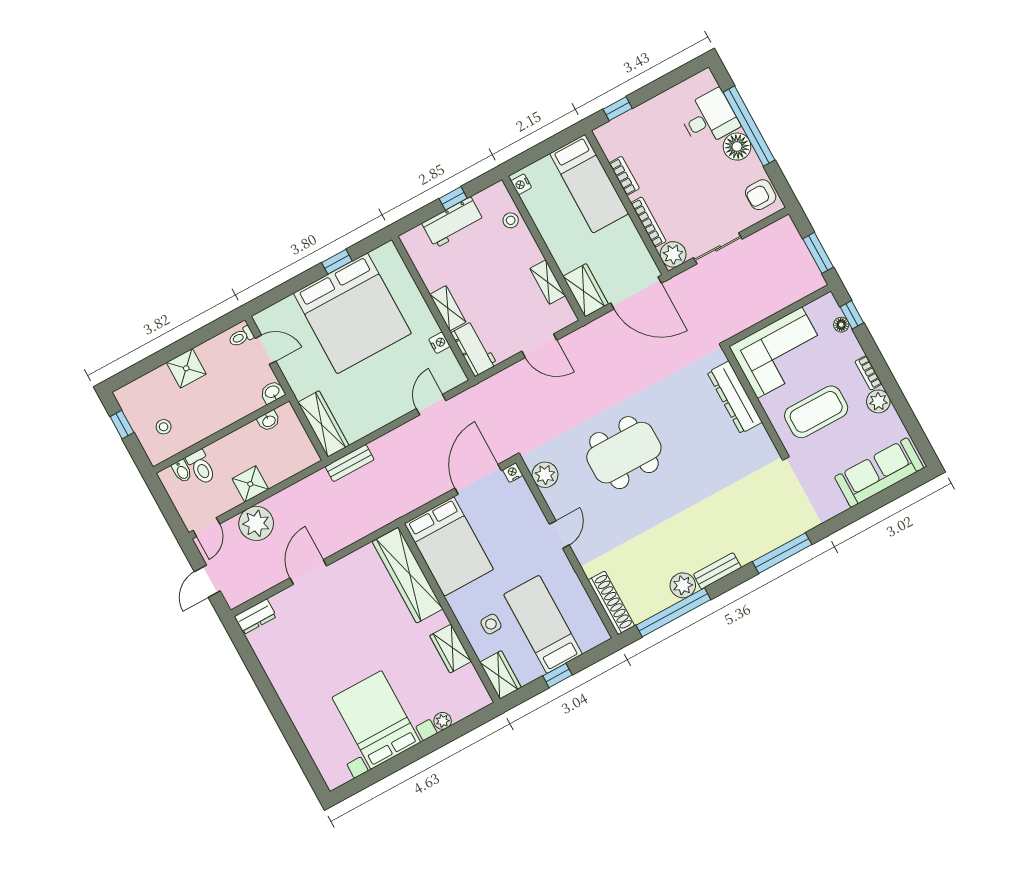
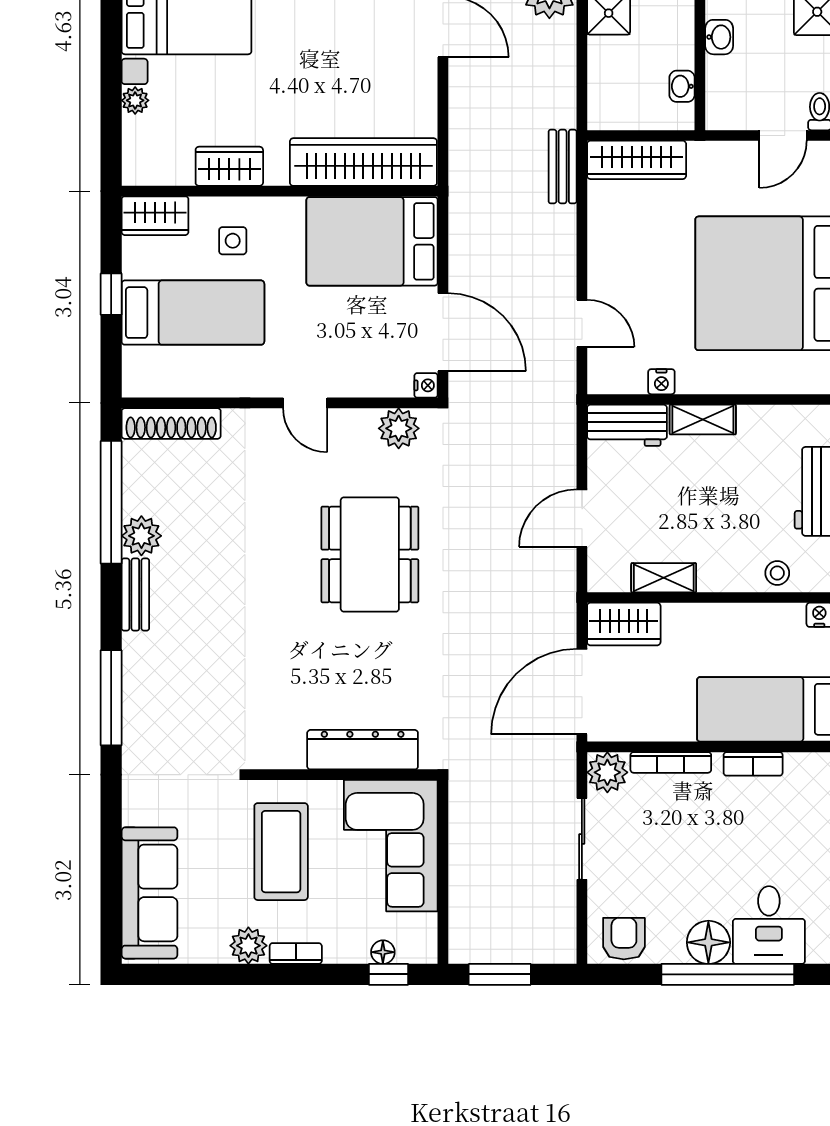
washbasin: (272, 392) -> (719, 37), moved

